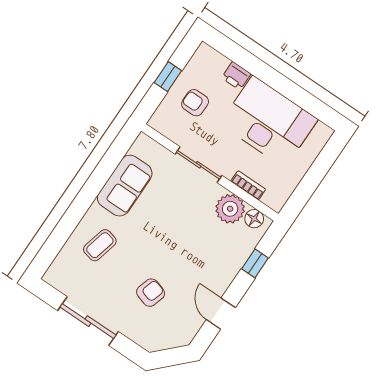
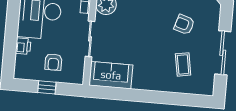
sofa: (125, 186) -> (111, 75), moved
coffee table: (100, 245) -> (183, 64), moved, turned 66

